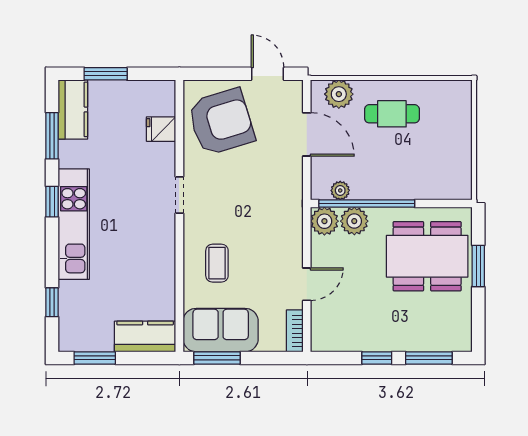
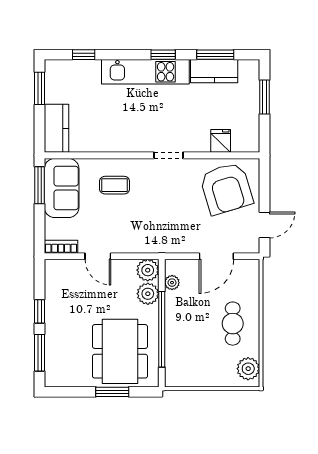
plant: (339, 94) -> (248, 369), moved
kitchen counter: (73, 109) -> (214, 71), moved
window: (367, 204) -> (162, 329), moved

